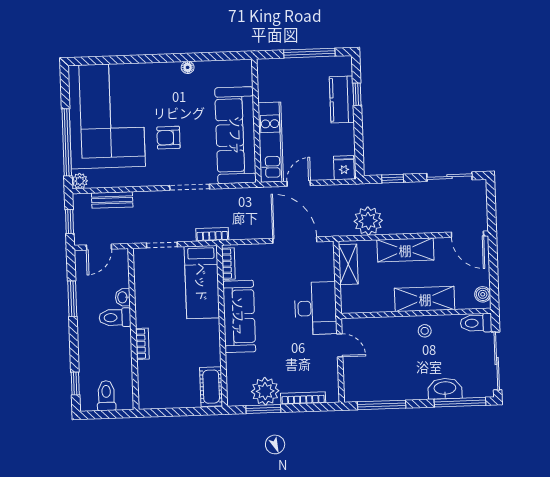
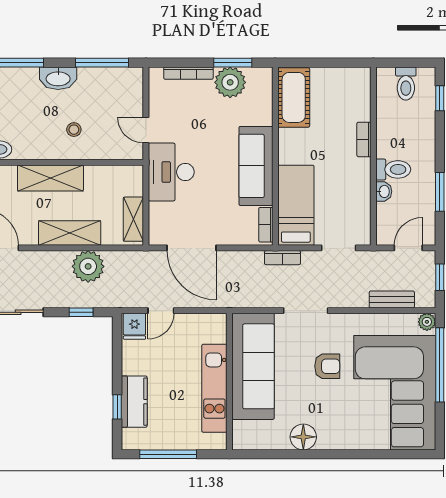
floor lamp: (188, 67) -> (303, 437), width x1.89, depth x1.89
kitchen unit: (271, 142) -> (214, 388), moved
door: (299, 183) -> (161, 311), moved
plant: (368, 221) -> (88, 266), moved
stool: (425, 331) -> (74, 130), moved
cot: (211, 387) -> (294, 97), width x1.37, depth x1.34
washbasin: (445, 389) -> (58, 78), moved

